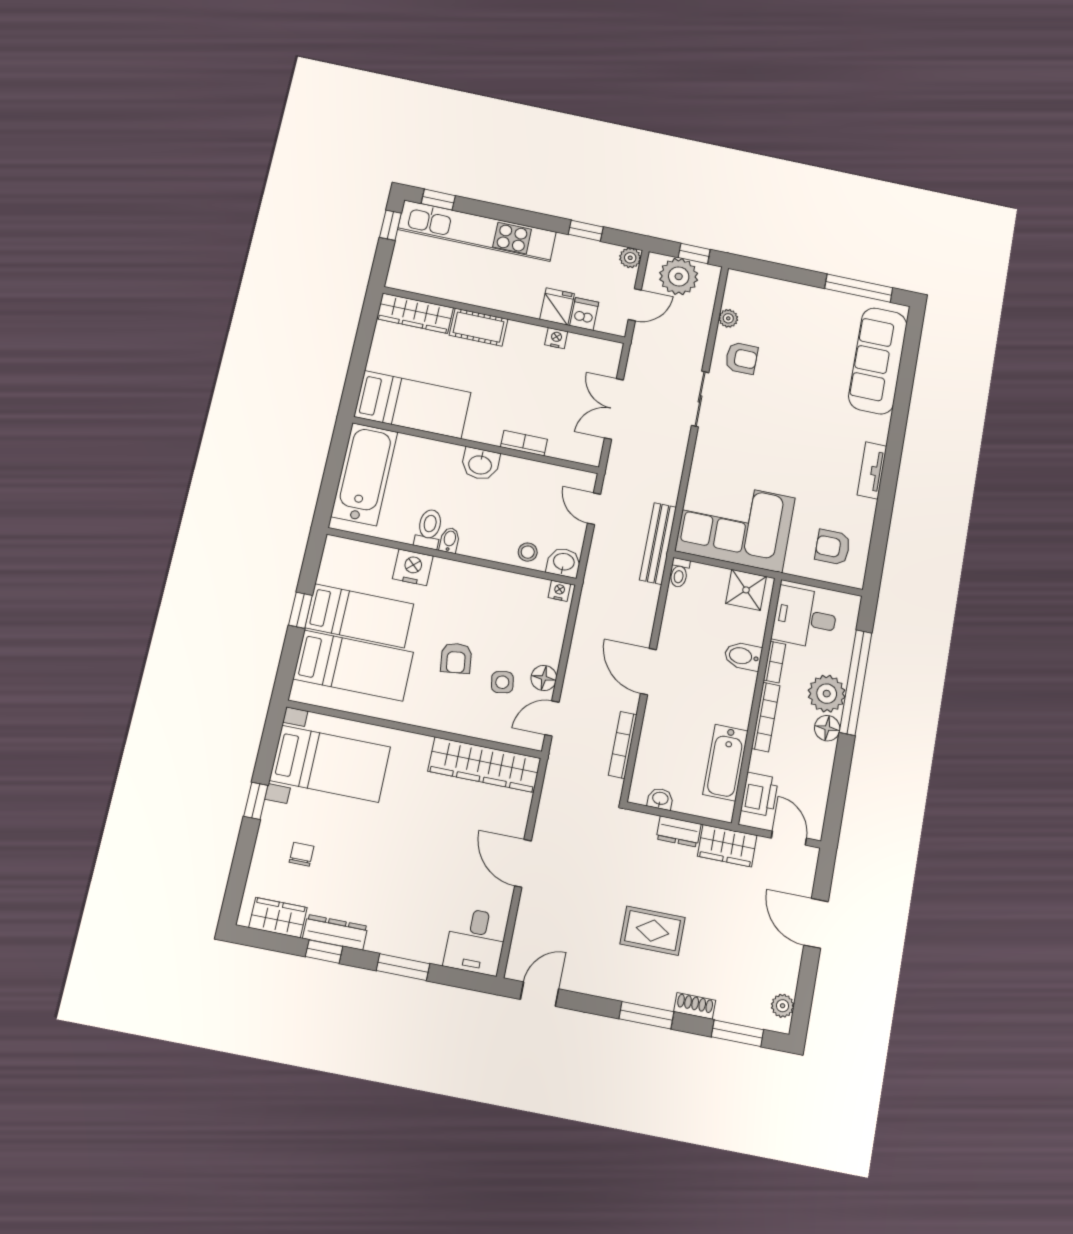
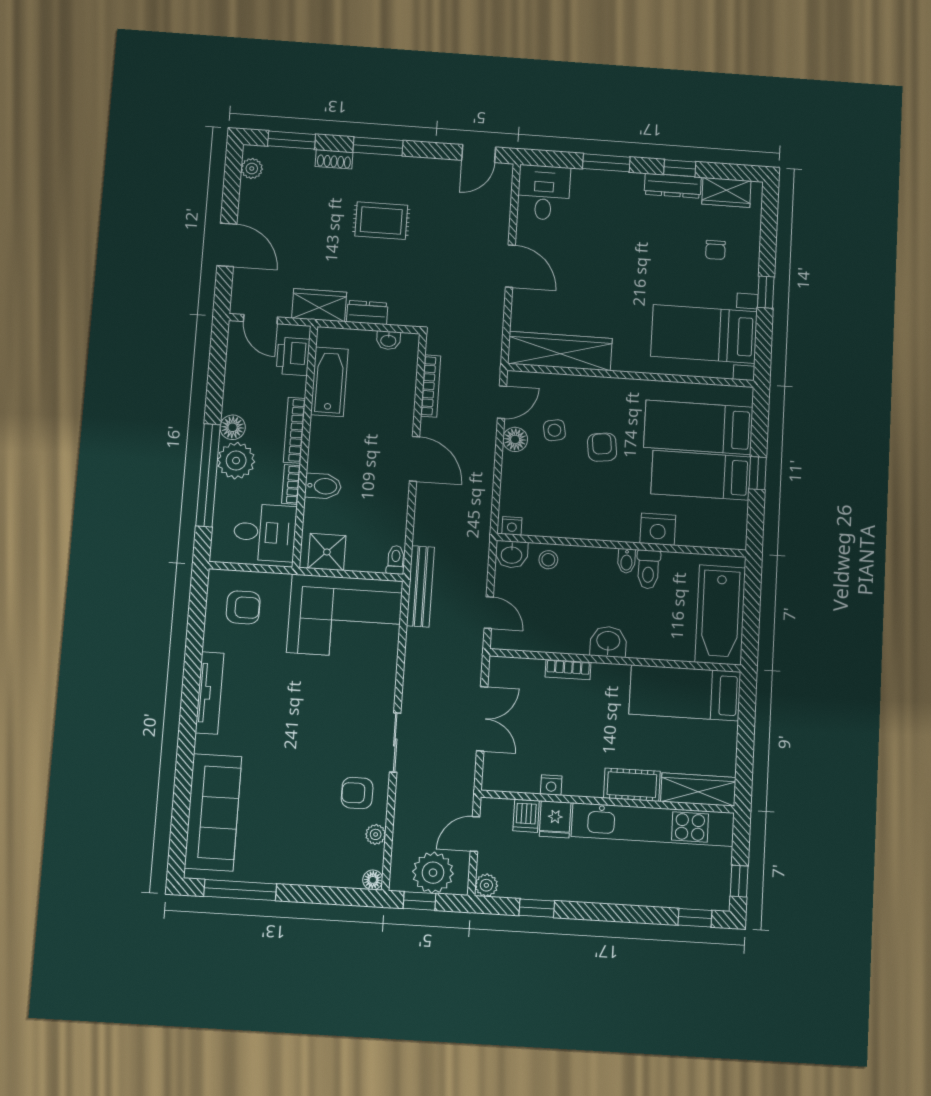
kitchen unit: (477, 231) -> (653, 825), moved, turned 180
floor lamp: (736, 279) -> (373, 880), added
tv unit: (872, 471) -> (210, 693), width x1.41

